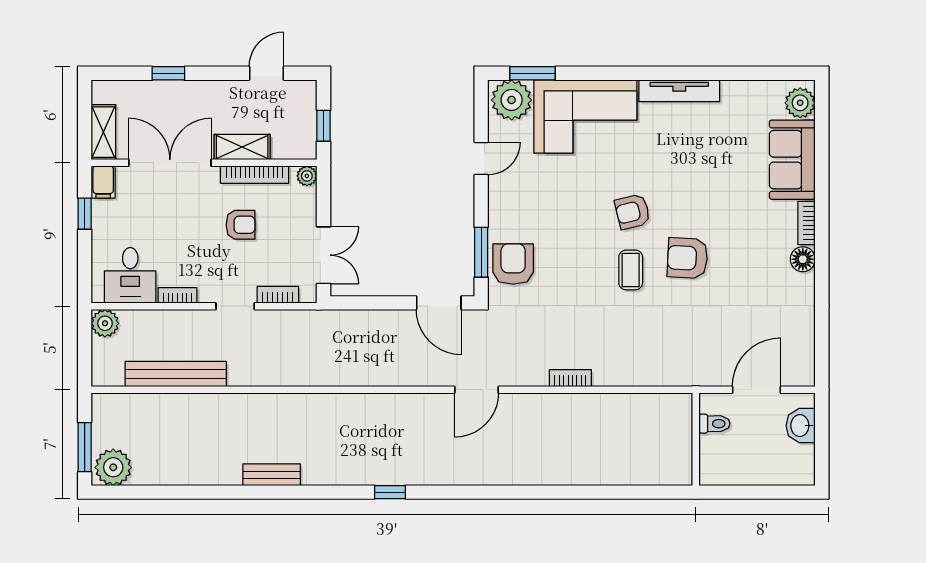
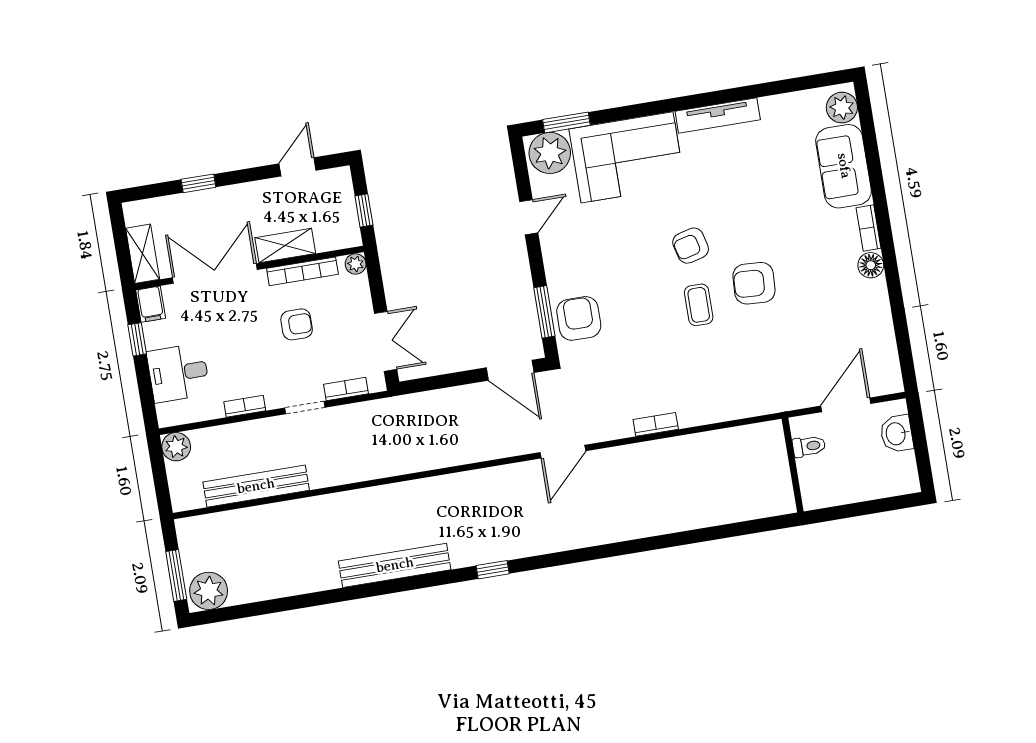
desk: (130, 275) -> (178, 373), moved, turned 90
bench: (272, 475) -> (395, 565), width x1.86, depth x1.21

